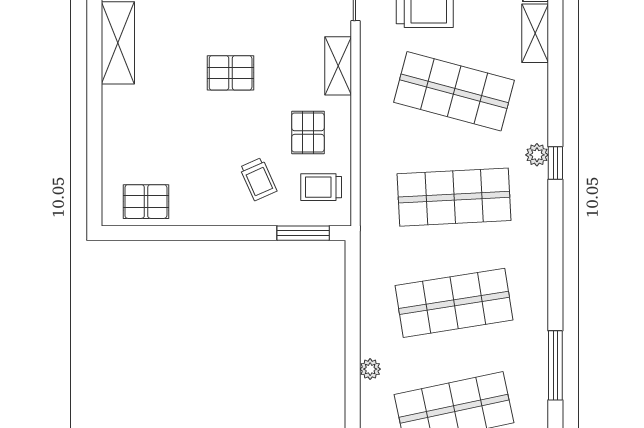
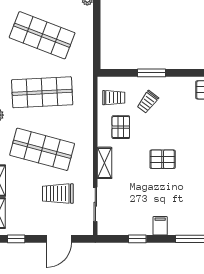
trolley: (258, 179) -> (148, 102), turned -119
window: (303, 233) -> (152, 73), moved
shop shelf: (454, 303) -> (42, 35), turned 30

